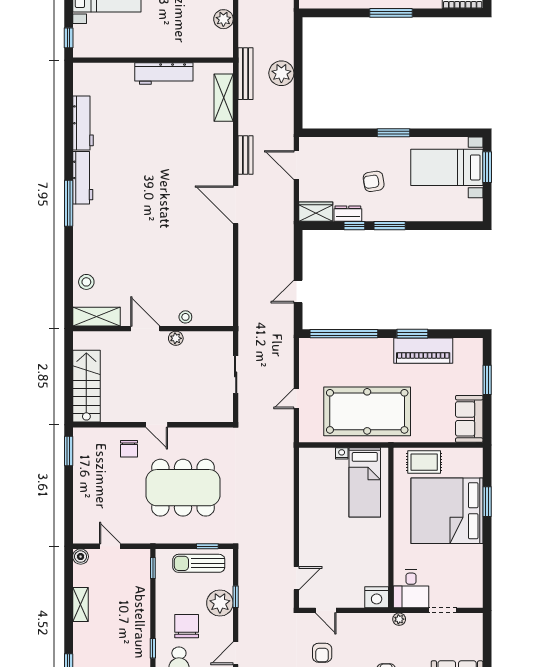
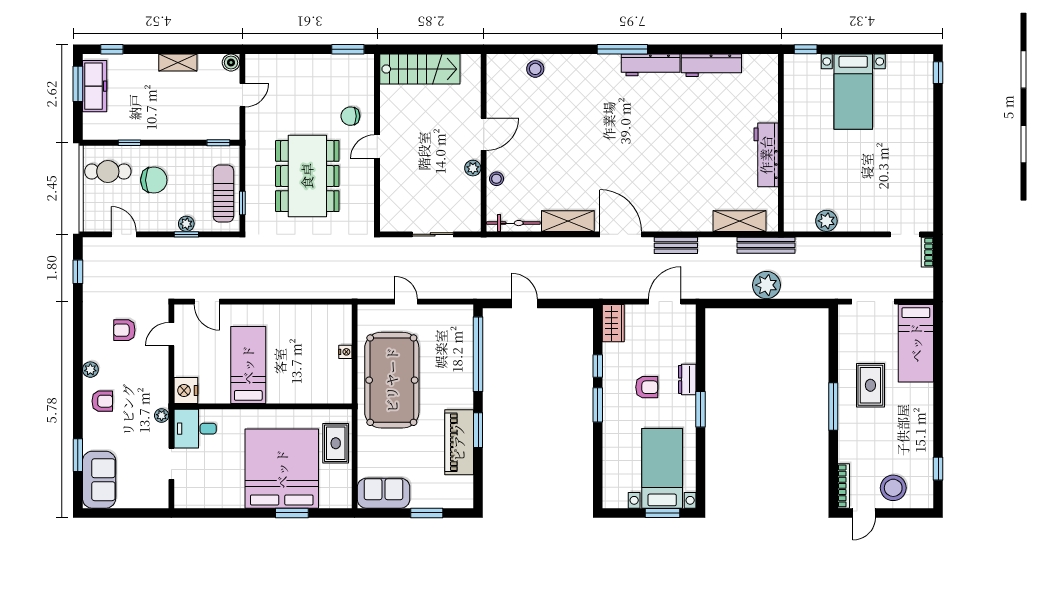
armchair: (374, 181) -> (647, 387), turned 99
door: (236, 205) -> (621, 234), hinge flipped
dresser: (348, 214) -> (687, 379), moved, turned 180
bicycle: (225, 302) -> (513, 223), added
shelving: (96, 317) -> (568, 221), moved, turned 90
bed: (365, 482) -> (248, 365), moved, turned 90
plant: (220, 603) -> (186, 224), width x0.53, depth x0.53

